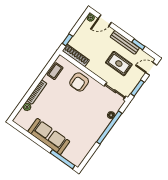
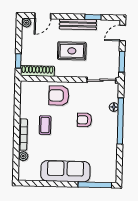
rug: (119, 64) -> (72, 51), moved
coffee table: (55, 71) -> (45, 125), moved
armchair: (79, 82) -> (59, 96), turned 90
armchair: (85, 110) -> (84, 120), added

